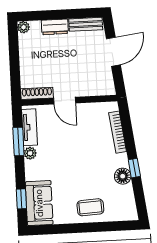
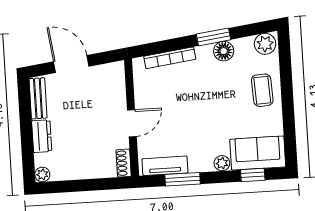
shoe rack: (37, 93) -> (124, 163), width x0.70
plant: (30, 153) -> (222, 163), moved
window: (134, 168) -> (214, 37), width x1.50
plant: (128, 210) -> (265, 44), added

